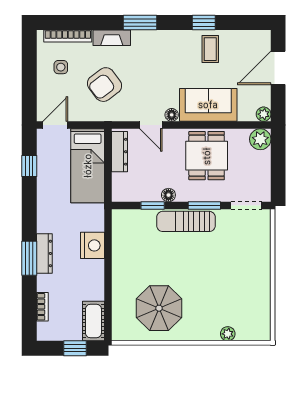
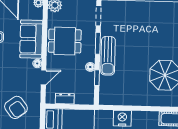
dresser: (120, 152) -> (65, 99), width x0.70

